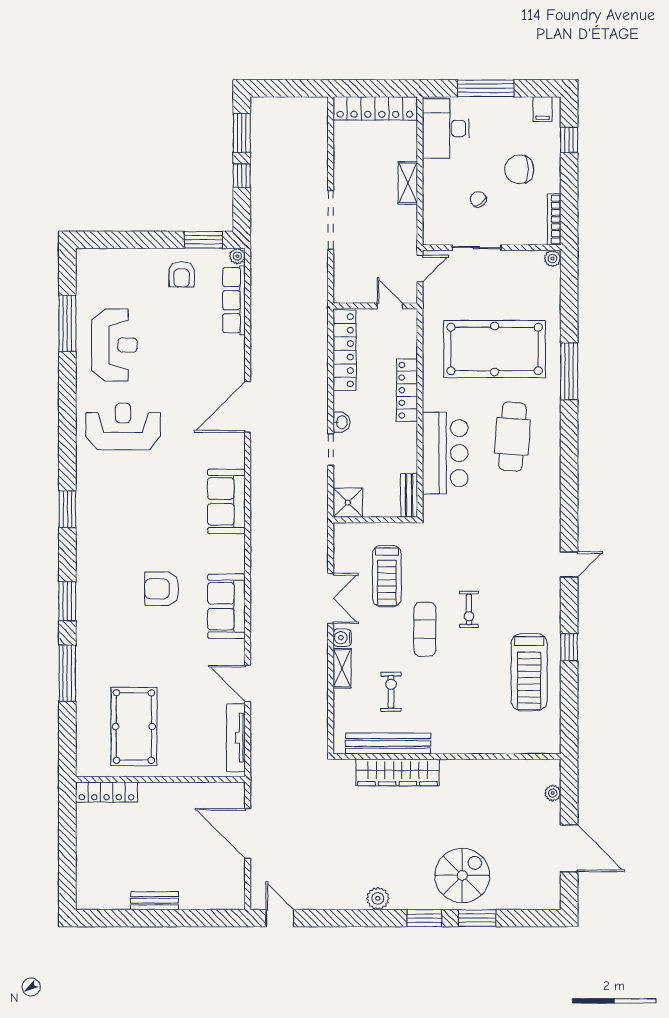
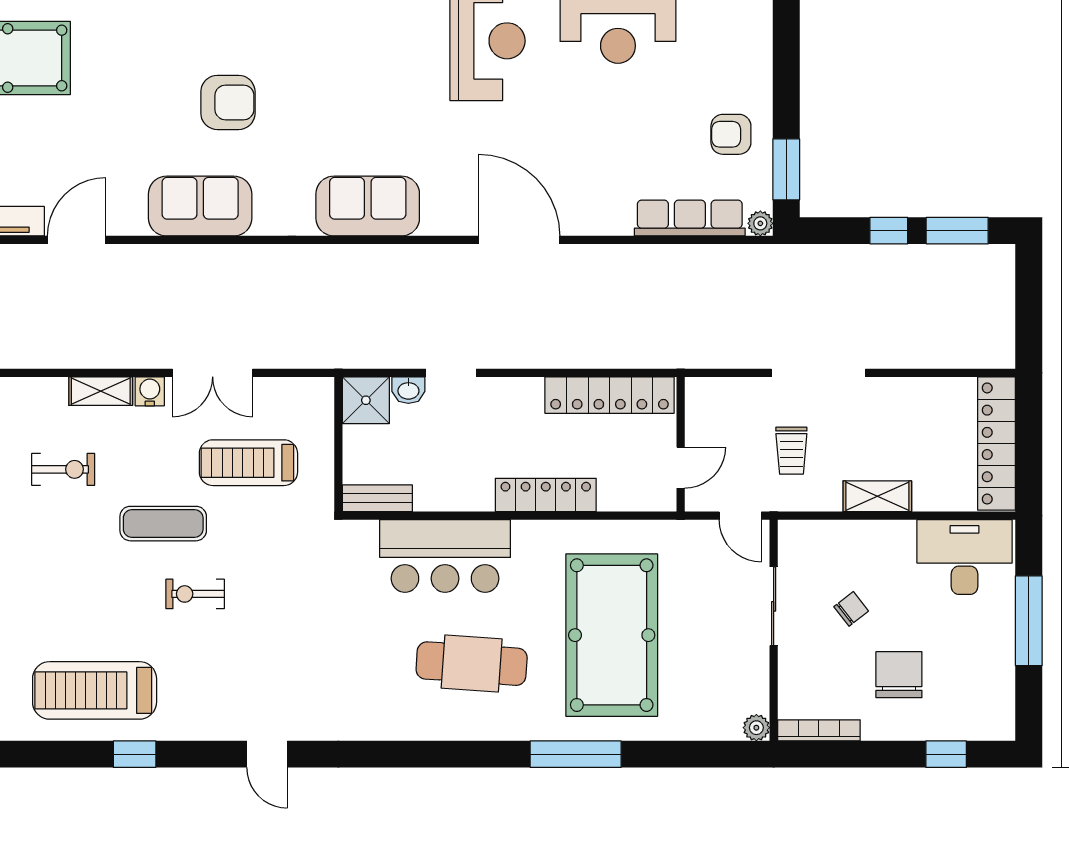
filing cabinet: (543, 109) -> (996, 712), removed
trolley: (379, 237) -> (791, 451), added
washbasin: (341, 422) -> (408, 390), moved
armchair: (162, 589) -> (228, 102), turned 90

